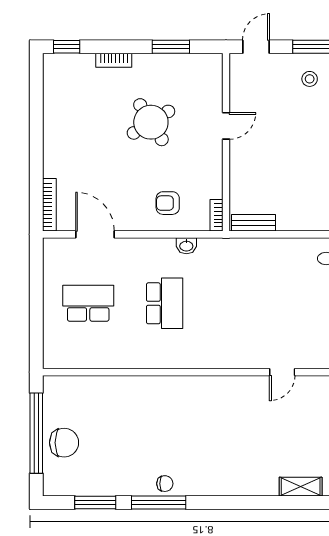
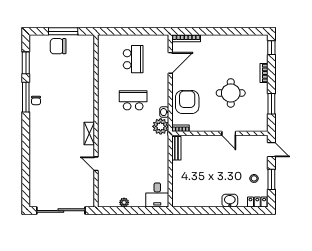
round table: (151, 122) -> (231, 93), turned 32
armchair: (168, 203) -> (187, 102), width x1.88, depth x1.88
plant: (213, 252) -> (161, 126), added
school desk: (165, 303) -> (133, 100), turned 180
window: (36, 433) -> (63, 31), width x0.68
chair: (64, 443) -> (58, 46), turned 90
shelving: (301, 487) -> (89, 133), moved

